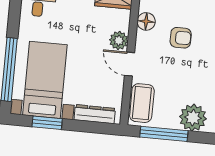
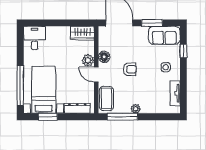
floor lamp: (146, 21) -> (104, 57), moved
armchair: (181, 38) -> (130, 69), moved
plant: (193, 118) -> (136, 109), width x0.53, depth x0.53

